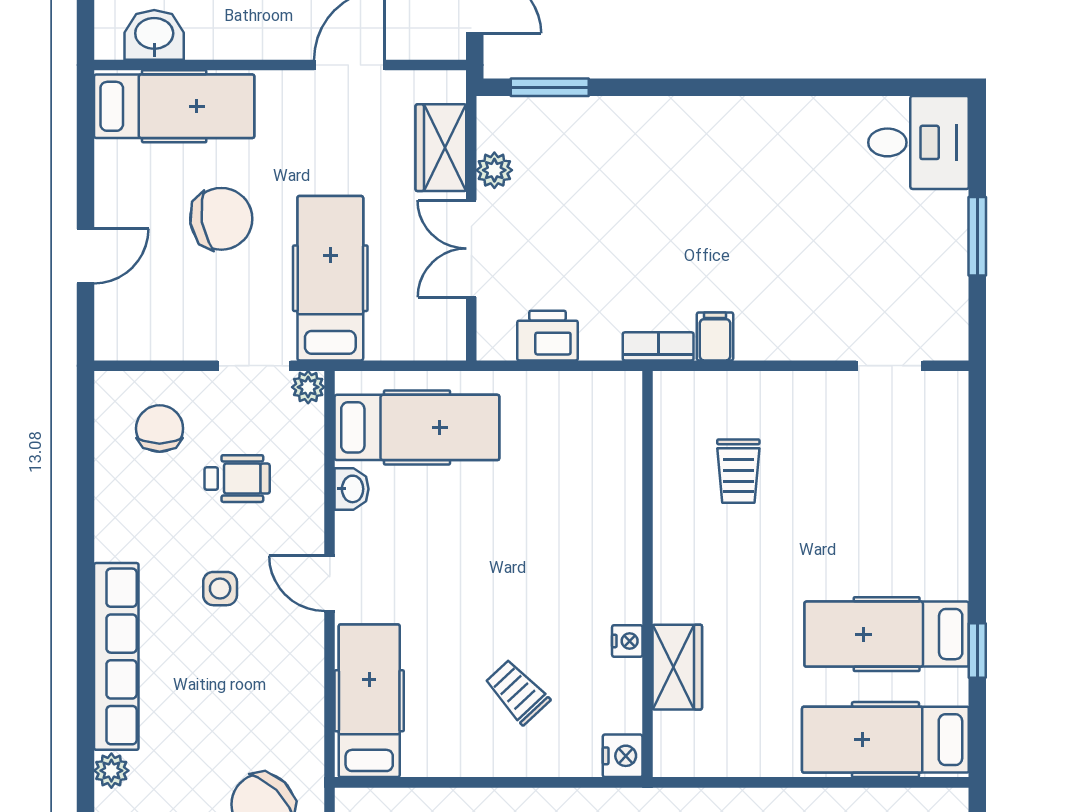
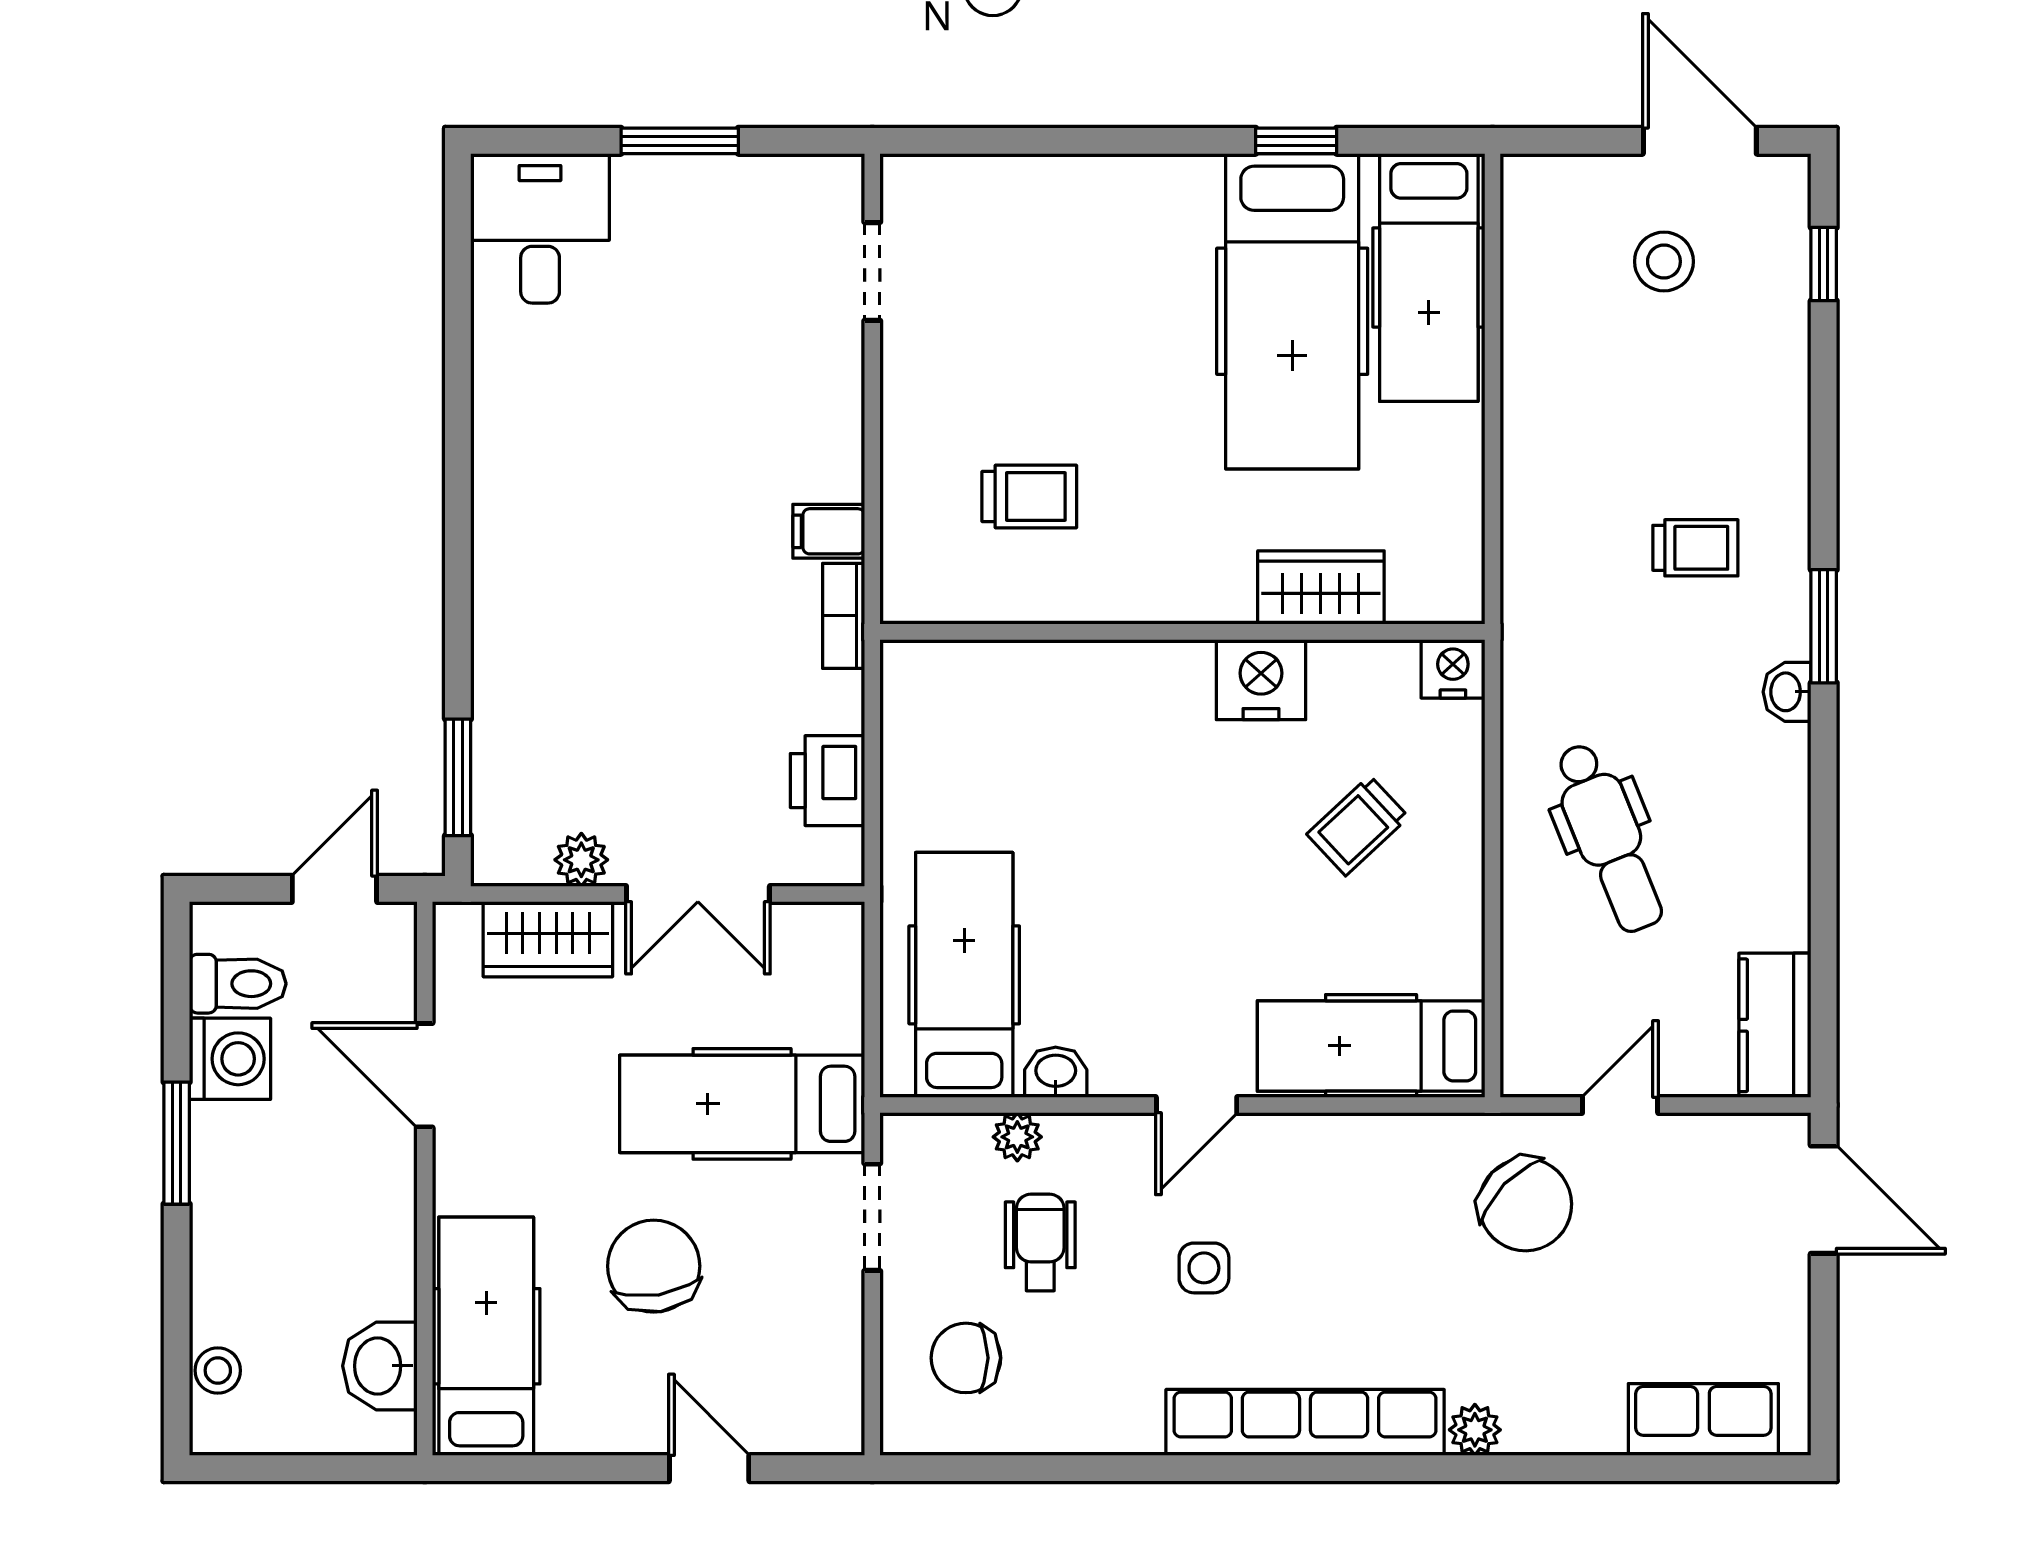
plant: (308, 387) -> (1017, 1137), moved
hospital bed: (887, 634) -> (1292, 311), width x1.37, depth x1.29
nightstand: (627, 641) -> (1261, 680), width x1.89, depth x1.79

